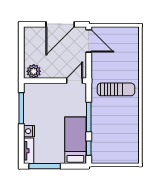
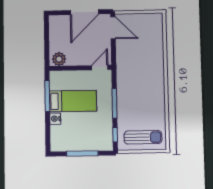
sun lounger: (116, 89) -> (143, 137), moved
bed: (75, 140) -> (73, 101), moved, turned 90
tv unit: (29, 151) -> (55, 138), removed
window: (45, 166) -> (82, 154), moved

